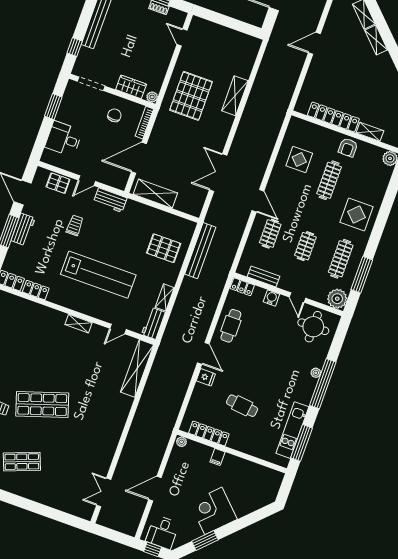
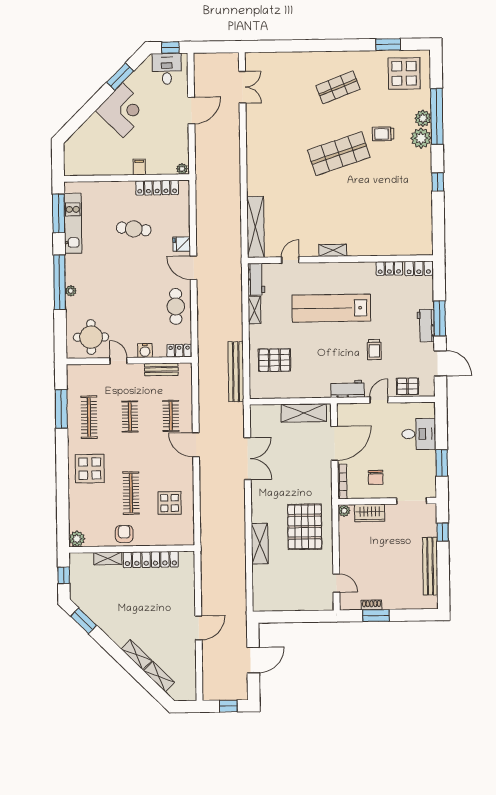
plant: (337, 299) -> (77, 375), removed

